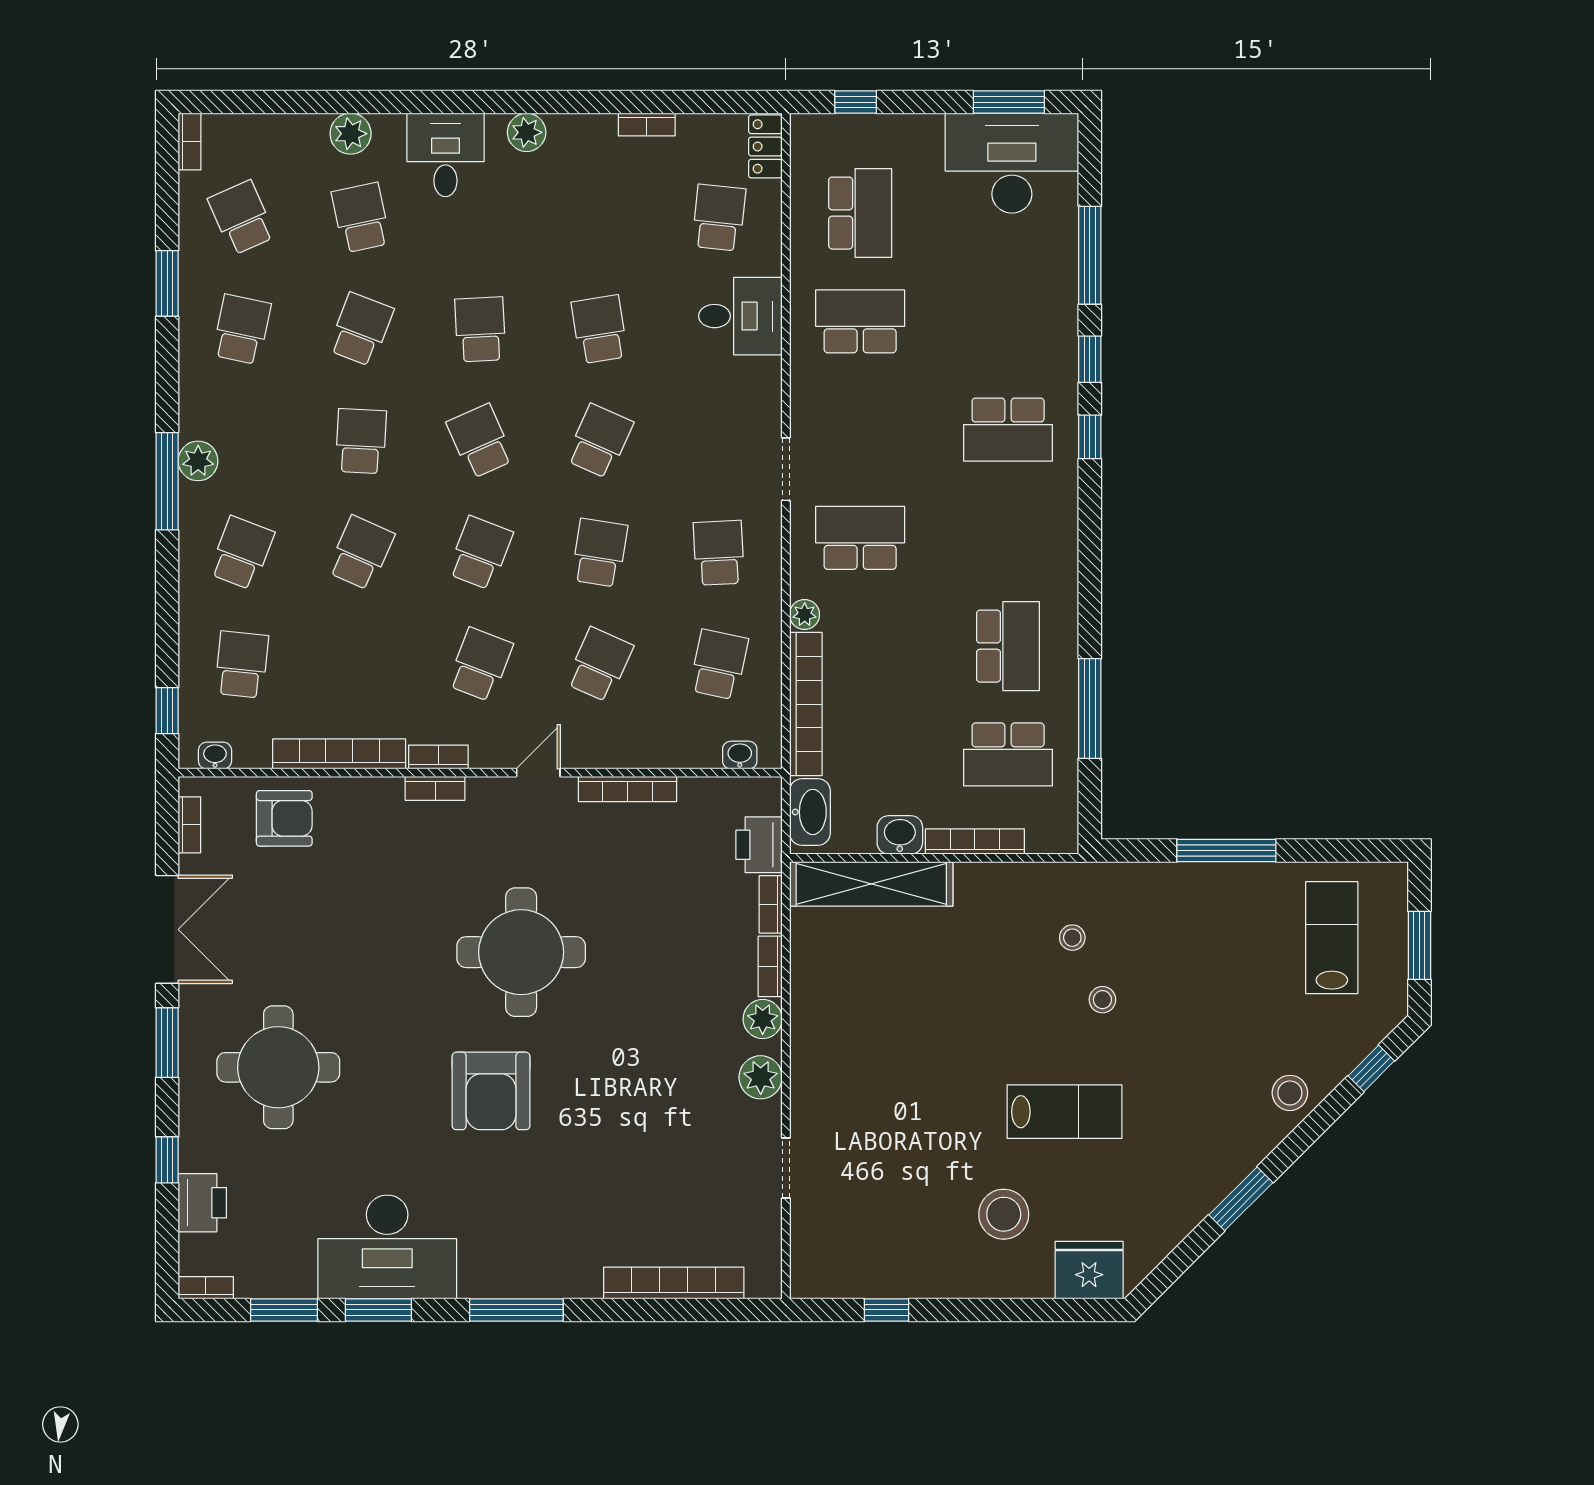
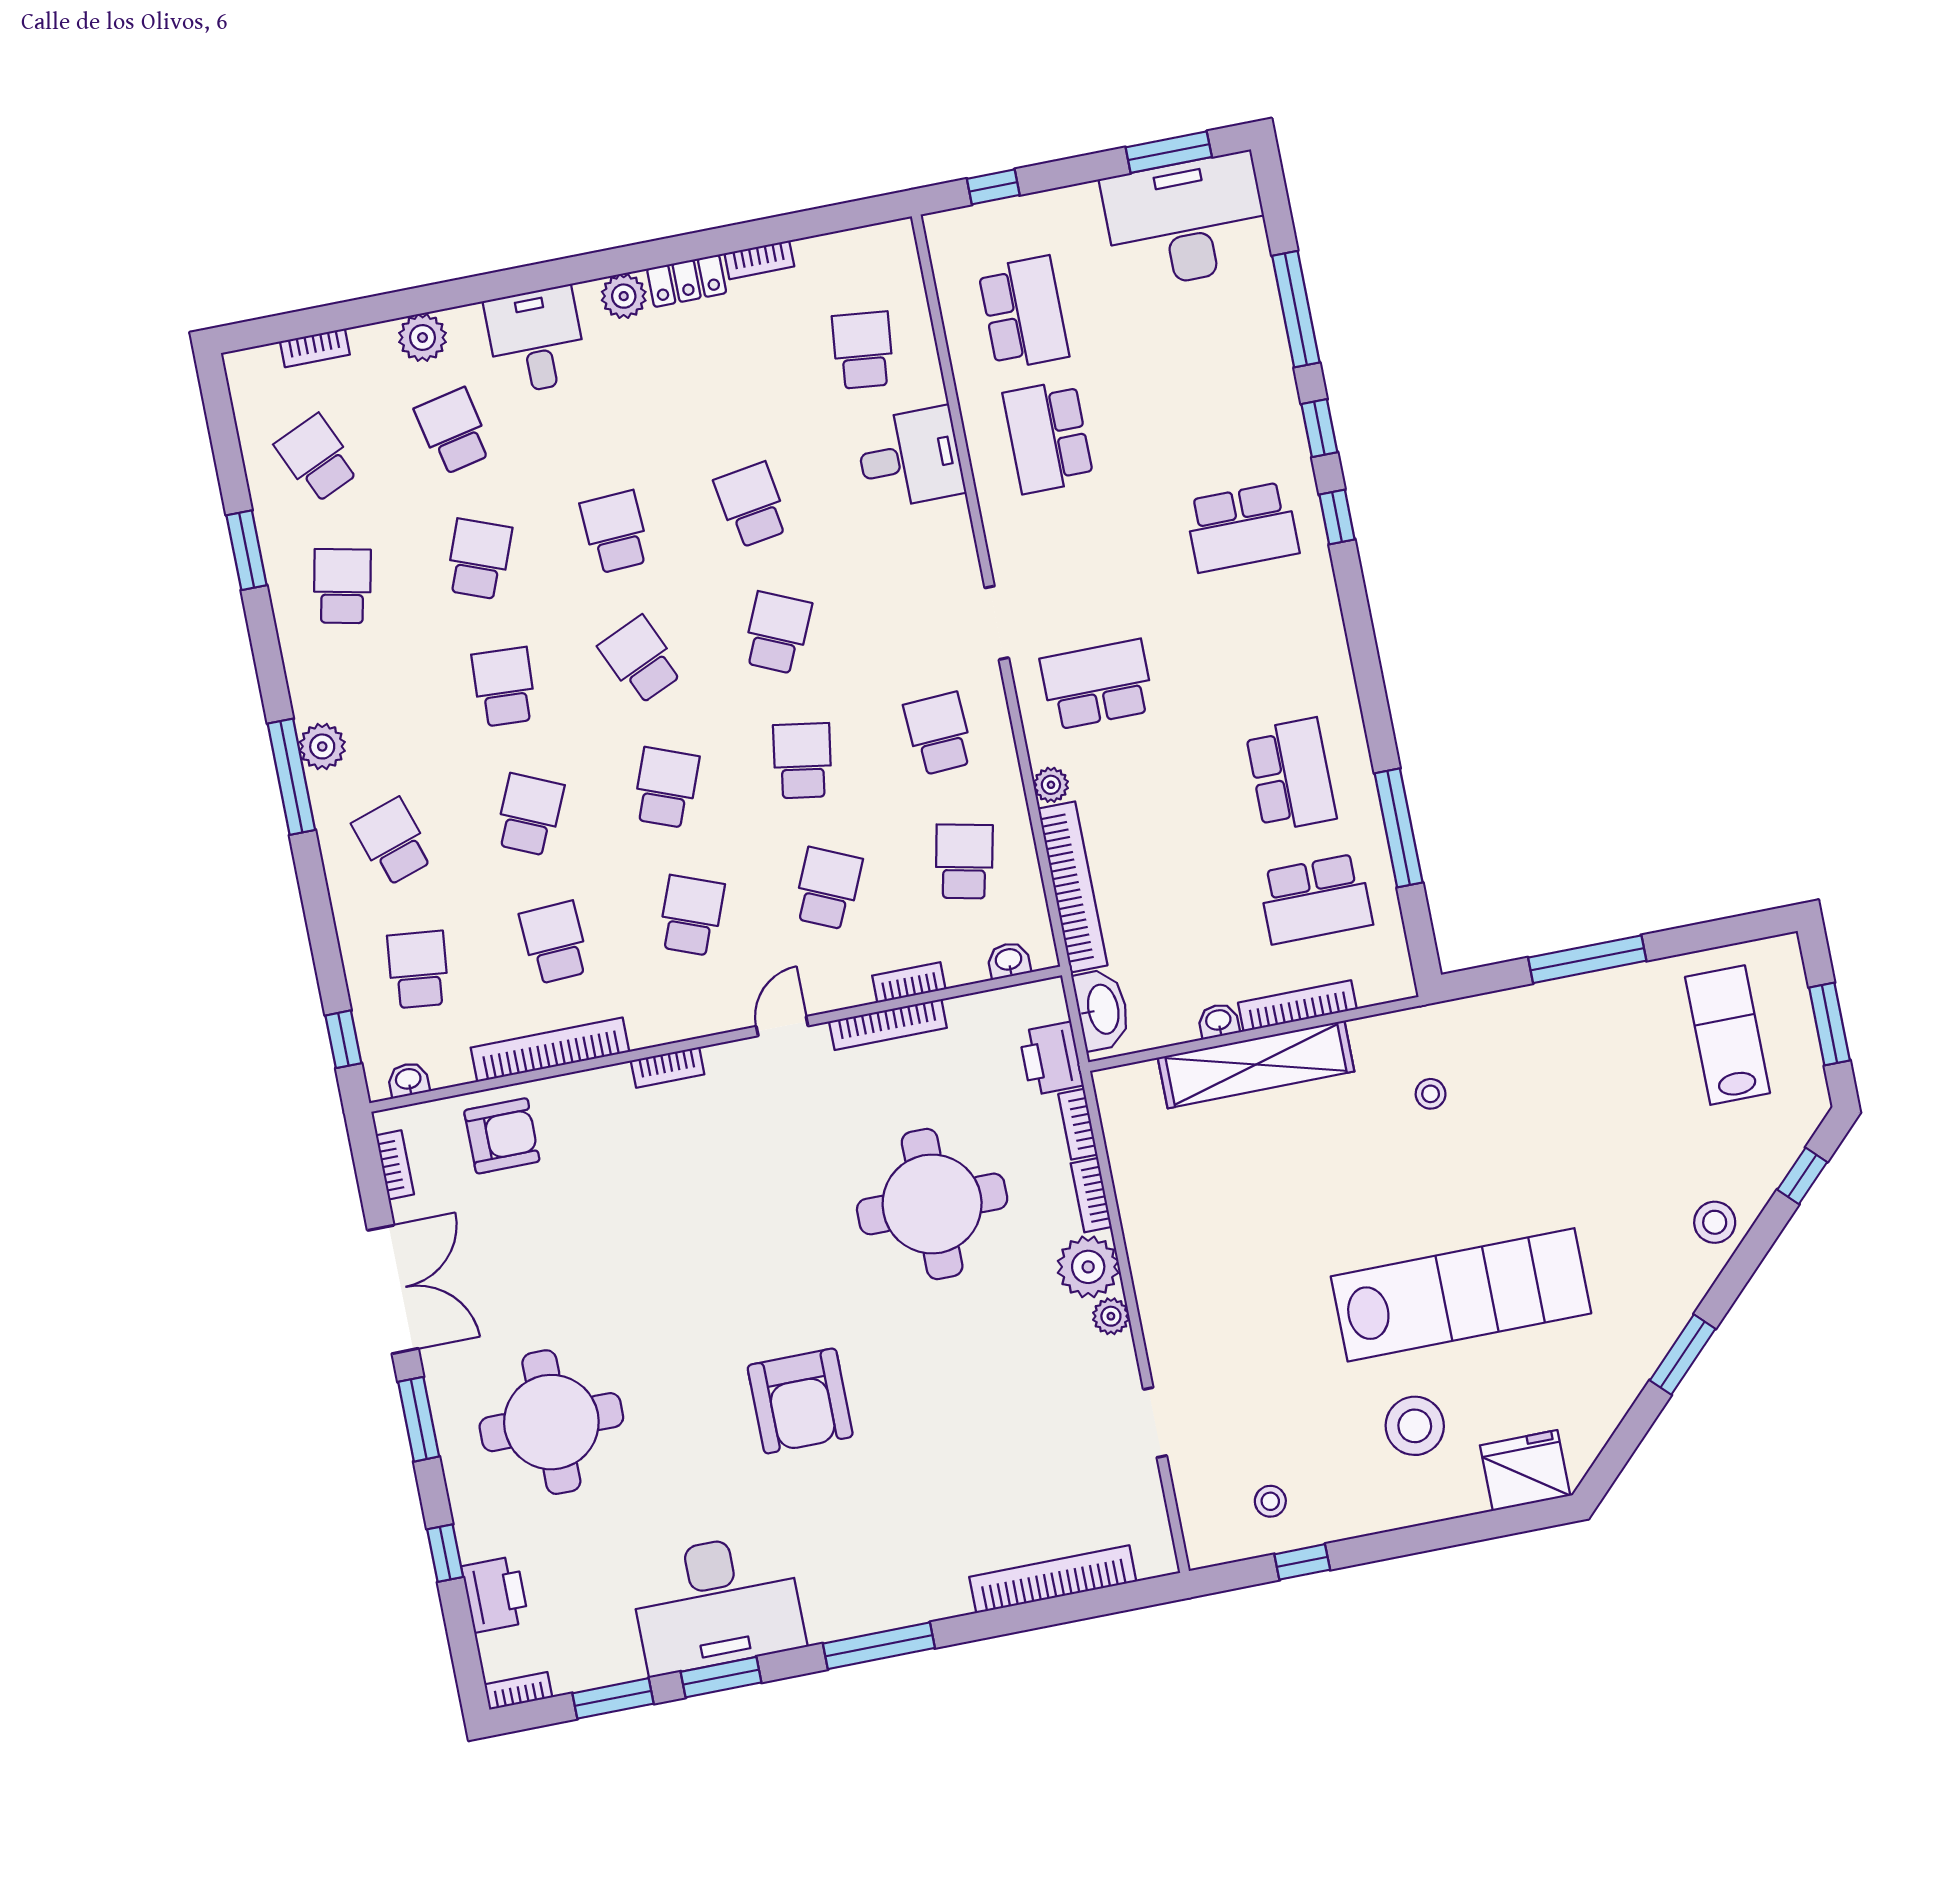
bookcase: (190, 142) -> (315, 348), moved, turned 90
locker: (765, 146) -> (687, 281), moved, turned -90
school desk: (860, 321) -> (1048, 437), turned -90
school desk: (242, 553) -> (393, 842), turned -39
school desk: (361, 665) -> (555, 943), added
bookcase: (438, 757) -> (909, 982), moved
washbasin: (900, 835) -> (1218, 1021), width x0.72, depth x0.69
shelving: (871, 884) -> (1256, 1065), moved
round table: (521, 952) -> (932, 1204), moved
stool: (1102, 1000) -> (1270, 1501), moved
plant: (763, 1019) -> (1088, 1267), width x1.36, depth x1.36
plant: (761, 1077) -> (1111, 1316), width x0.73, depth x0.73
lab bench: (1064, 1112) -> (1461, 1295), width x1.86, depth x1.39

